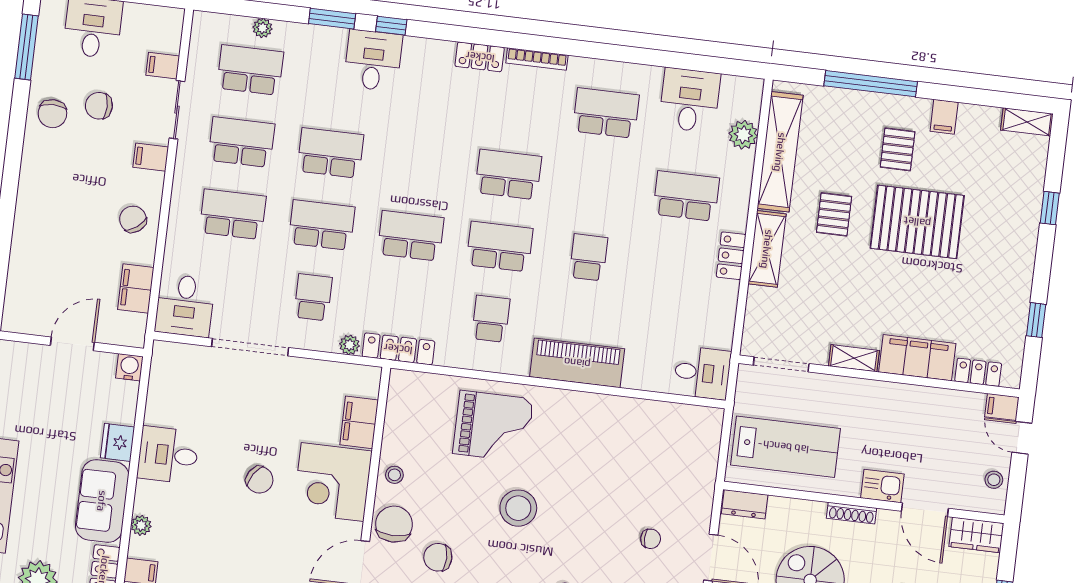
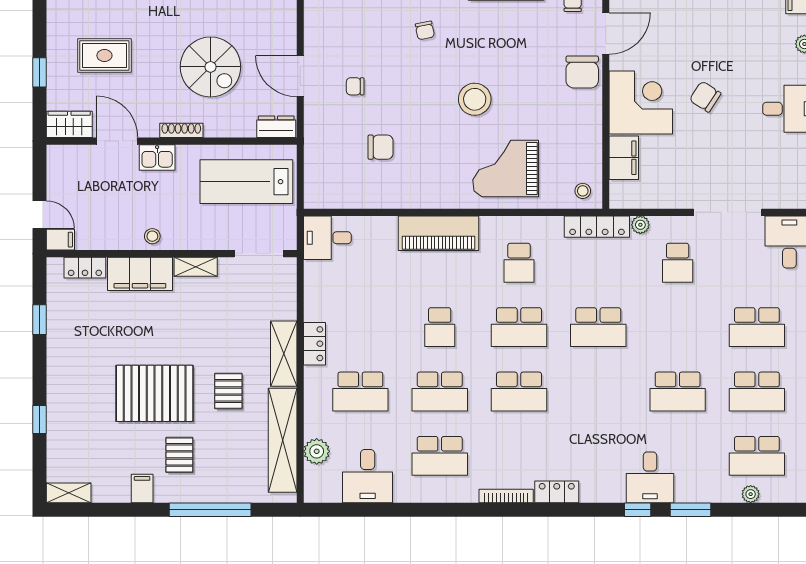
school desk: (322, 225) -> (440, 392), moved
stool: (394, 475) -> (583, 191), moved
stool: (994, 480) -> (152, 236), moved
chair: (438, 557) -> (381, 147), moved

